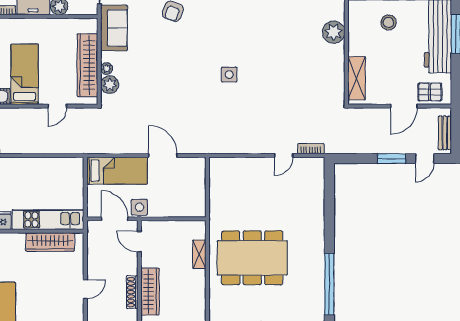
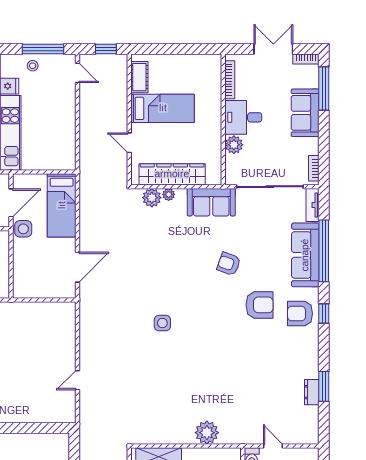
bookcase: (311, 149) -> (85, 409), removed
door: (163, 155) -> (77, 267), moved
door: (284, 155) -> (77, 380), hinge flipped

